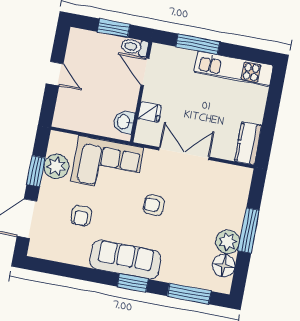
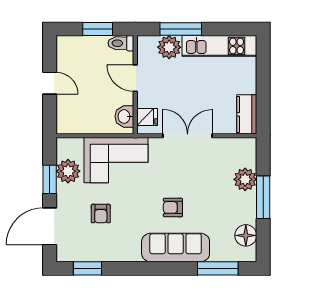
plant: (183, 60) -> (169, 47), added
door: (145, 72) -> (135, 78), moved
fridge: (150, 112) -> (147, 117), moved
armchair: (154, 205) -> (173, 207), moved
plant: (228, 242) -> (245, 179), moved
sofa: (125, 260) -> (176, 248), moved
window: (133, 283) -> (88, 268), moved

